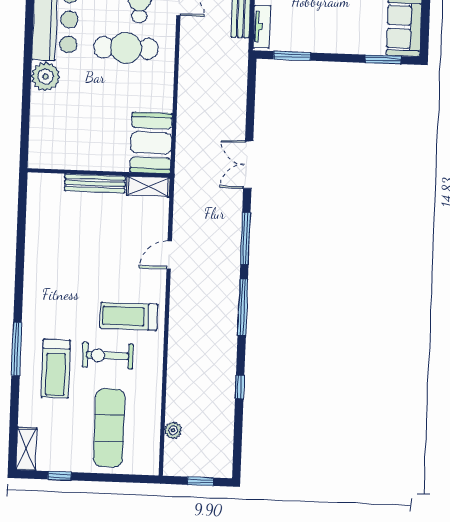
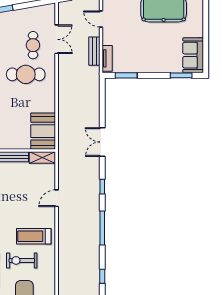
window: (245, 238) -> (102, 187), width x0.46

